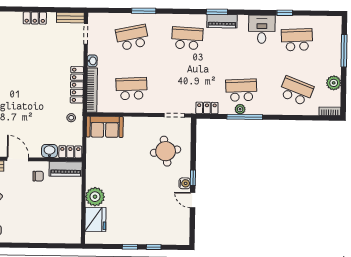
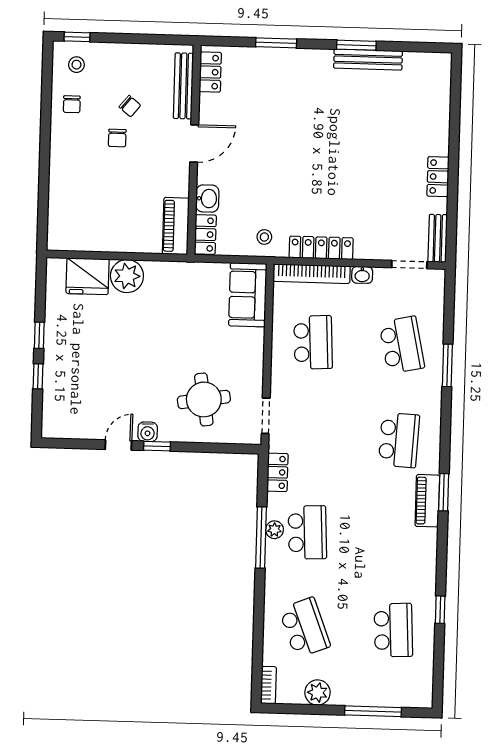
desk: (262, 29) -> (412, 569), removed
school desk: (296, 91) -> (305, 628), turned -42
chair: (38, 176) -> (117, 138), moved

